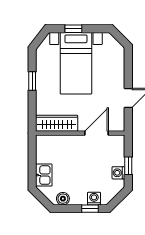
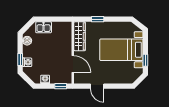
window: (73, 29) -> (145, 60), moved
window: (32, 81) -> (98, 19), moved
window: (128, 166) -> (61, 86), moved

